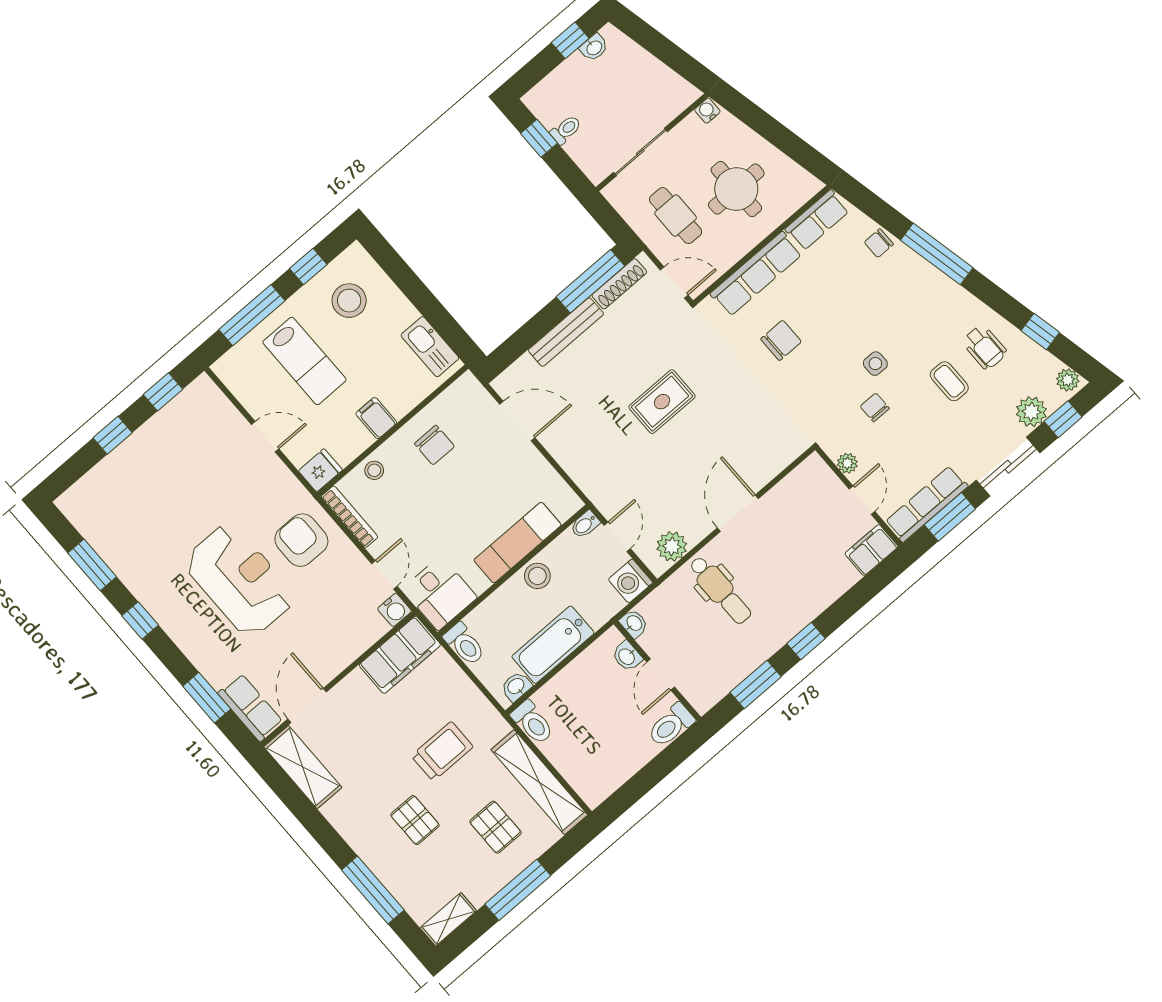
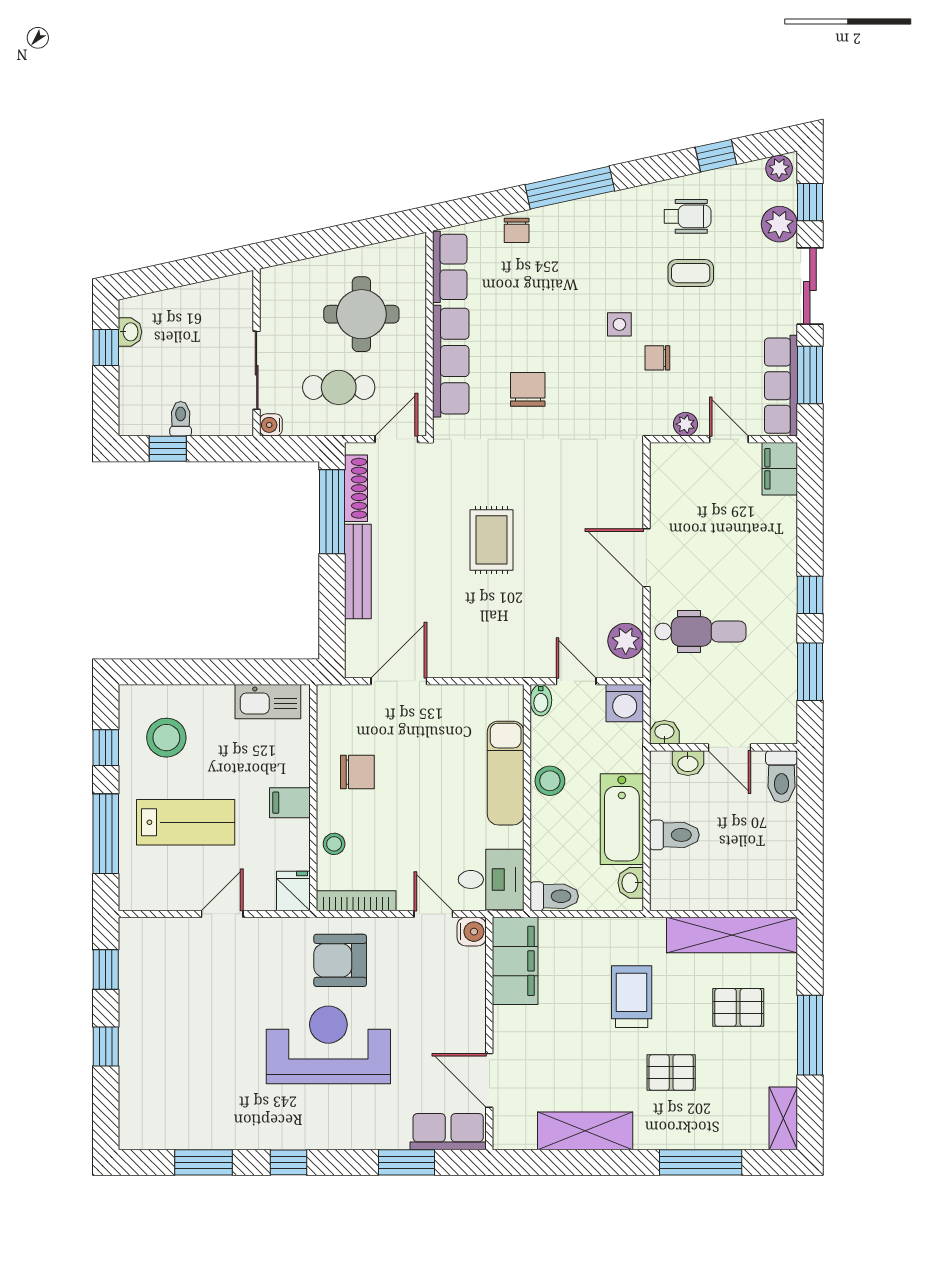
water cooler: (707, 111) -> (271, 425), moved
toilet: (532, 722) -> (674, 835), moved
shelving: (303, 767) -> (585, 1131), moved

